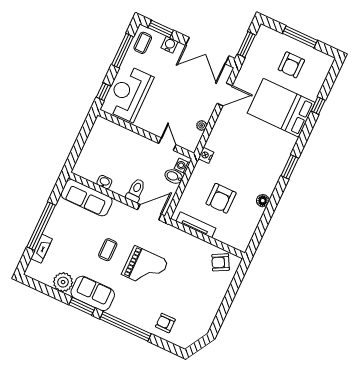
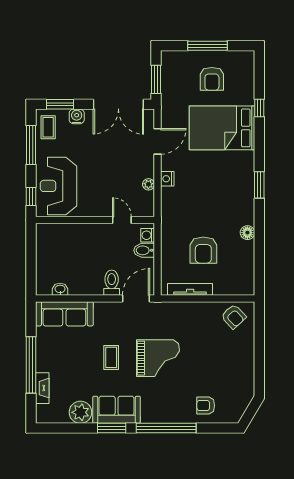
nightstand: (206, 155) -> (167, 179), moved
washbasin: (104, 182) -> (60, 289), moved
armchair: (221, 262) -> (234, 316), turned -105

